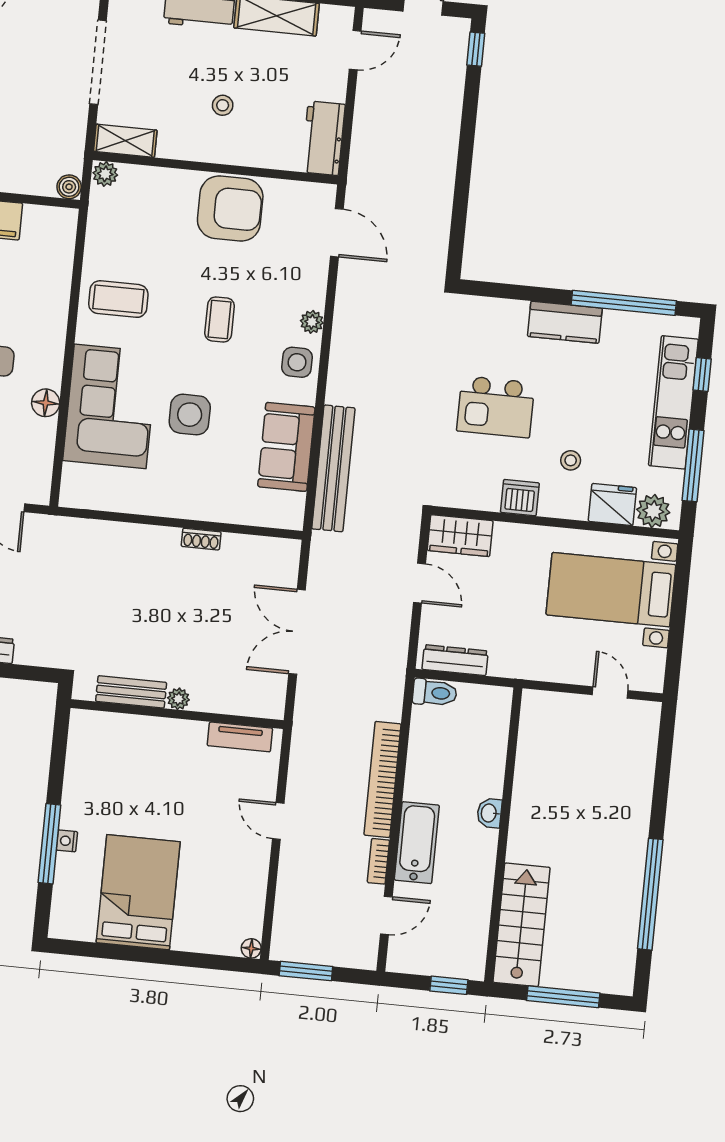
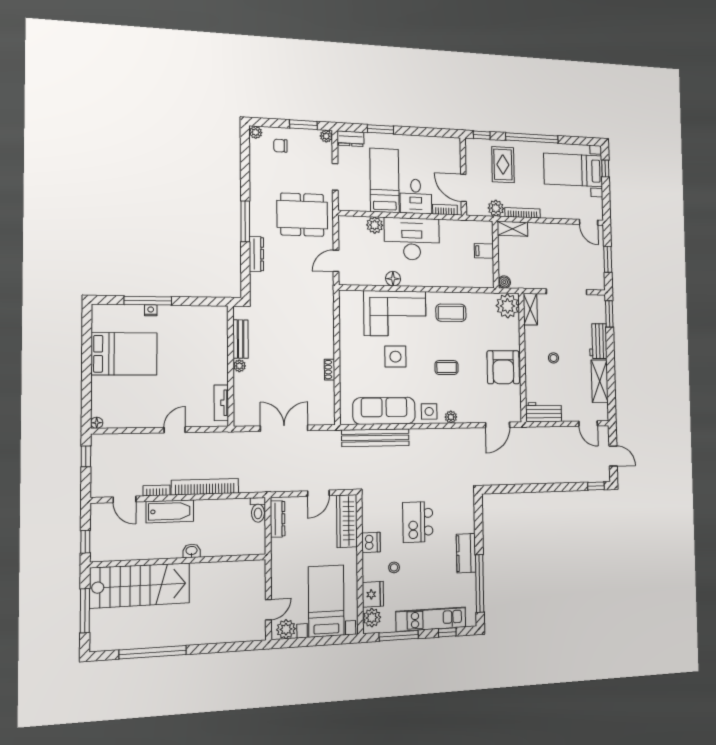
plant: (105, 174) -> (508, 306), width x1.87, depth x1.87
coffee table: (118, 299) -> (451, 313), turned 90
sofa: (286, 447) -> (384, 411), width x1.36
wardrobe: (460, 536) -> (347, 521), width x1.50
plant: (649, 666) -> (286, 629), added
stairs: (521, 925) -> (140, 585), width x1.36, depth x1.51
window: (306, 971) -> (86, 456), width x0.67

